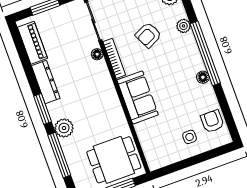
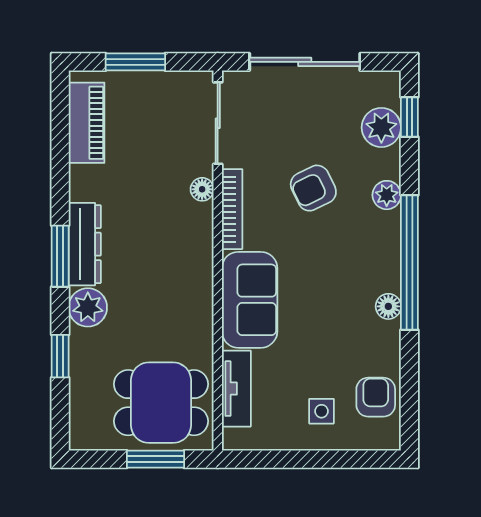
dresser: (46, 82) -> (85, 244), moved
tv unit: (146, 141) -> (236, 389), added
window: (59, 155) -> (60, 356), width x0.46

